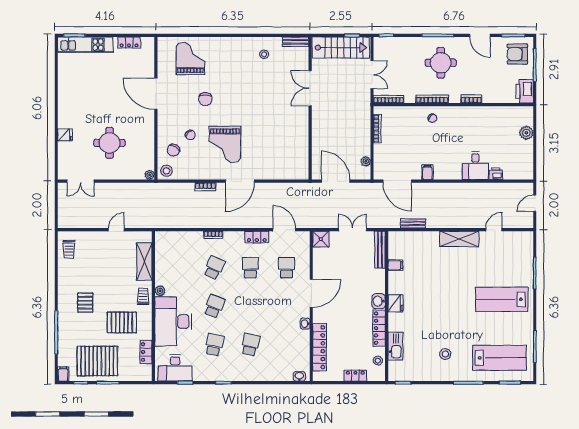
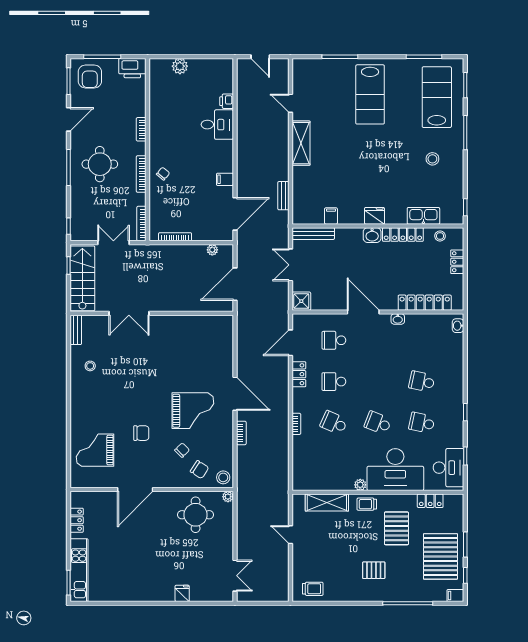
round table: (109, 143) -> (196, 515), moved

